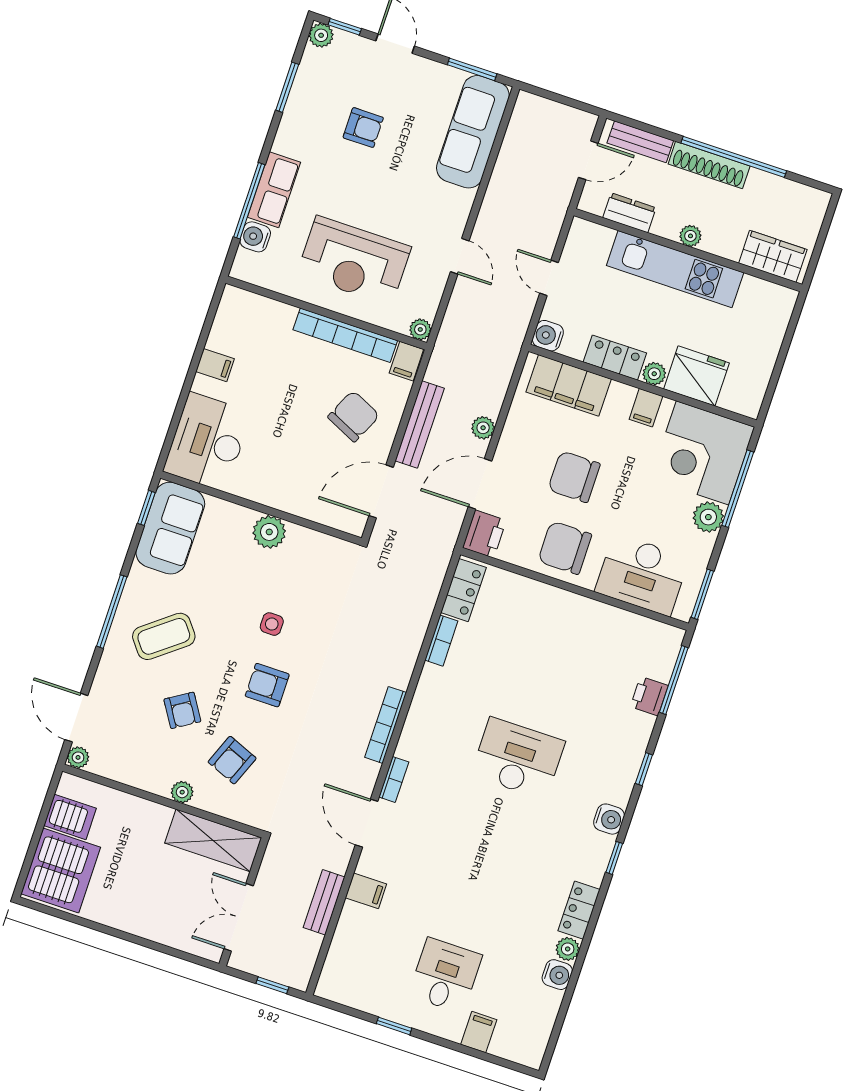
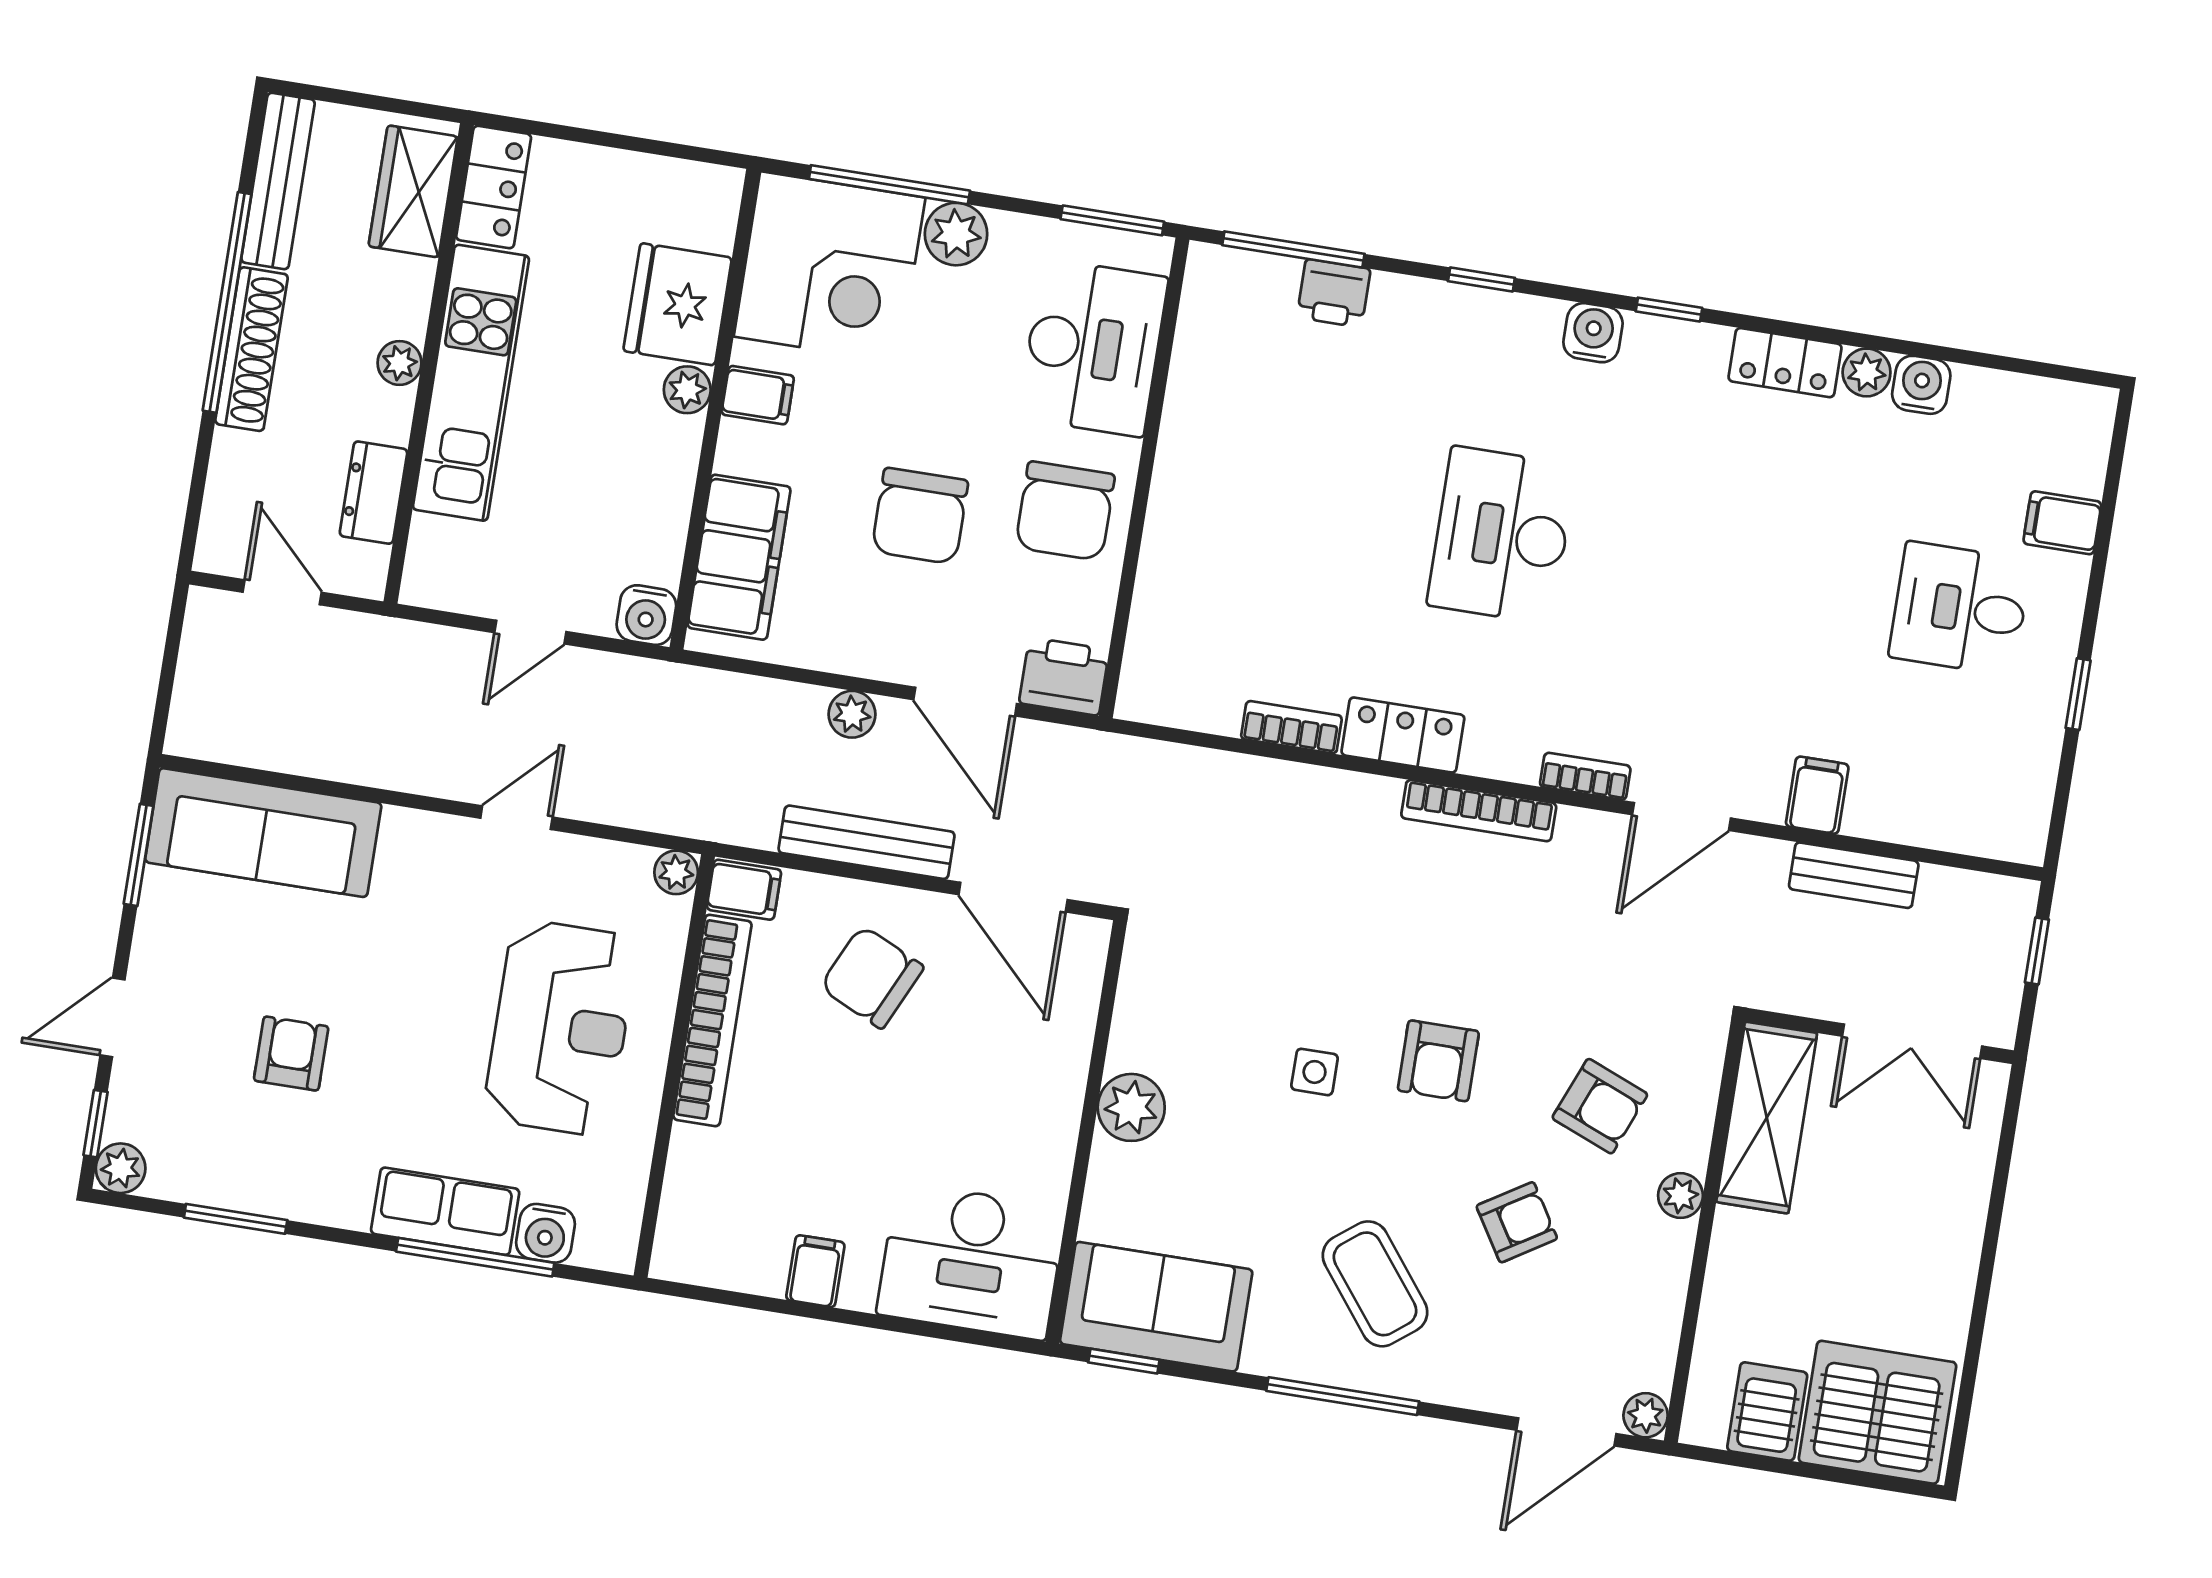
bench: (640, 142) -> (278, 181), moved, width x1.36
locker: (615, 358) -> (494, 187), moved, turned 180
locker: (463, 590) -> (1403, 735), moved

